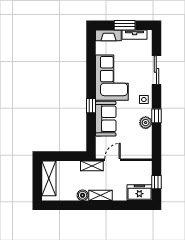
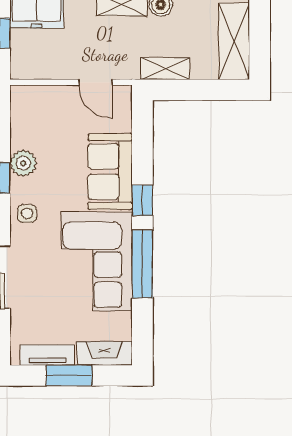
window: (91, 76) -> (142, 264), added
door: (112, 160) -> (96, 82), hinge flipped
shelving: (92, 166) -> (165, 69), moved

